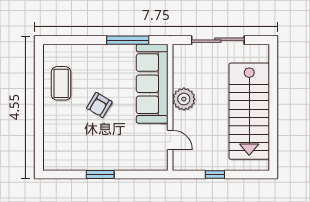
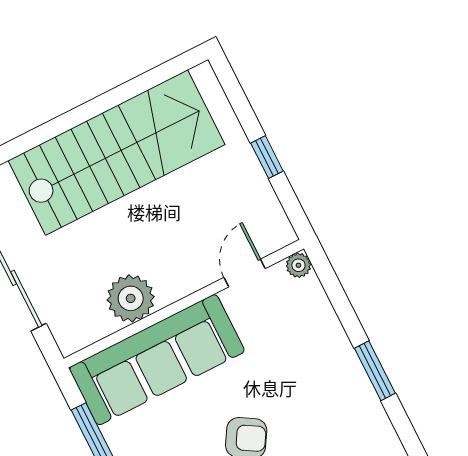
plant: (184, 99) -> (131, 298), moved
plant: (162, 165) -> (298, 265), added

